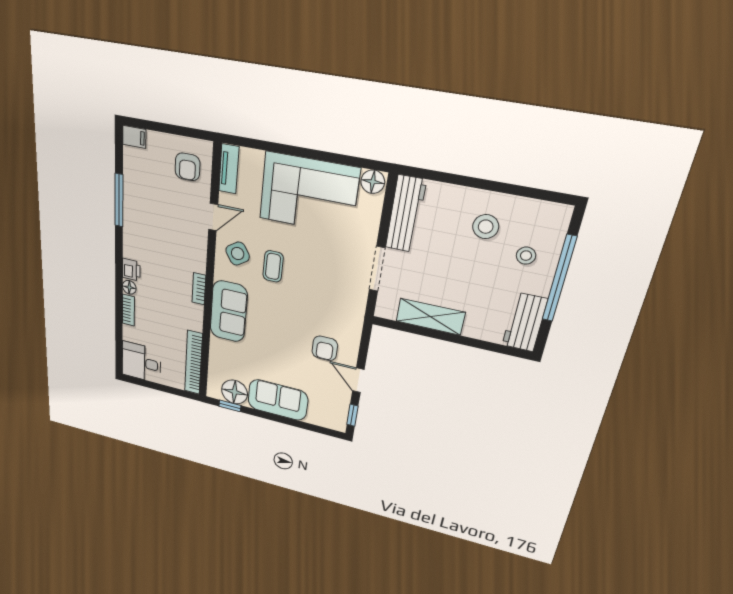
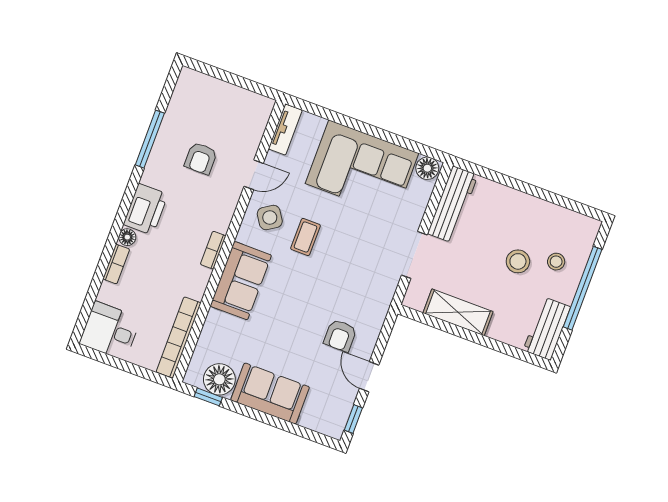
filing cabinet: (134, 137) -> (191, 79), removed
armchair: (187, 167) -> (201, 158), moved
stool: (486, 227) -> (518, 261), moved
printer: (131, 270) -> (146, 209), width x1.87, depth x1.48

